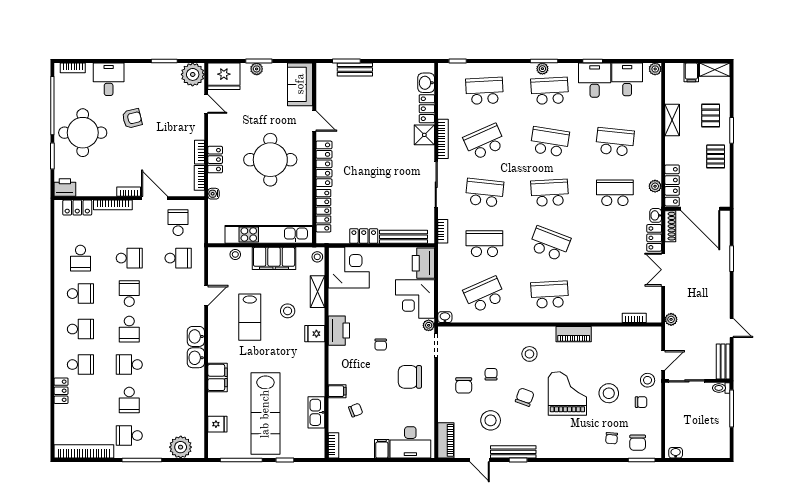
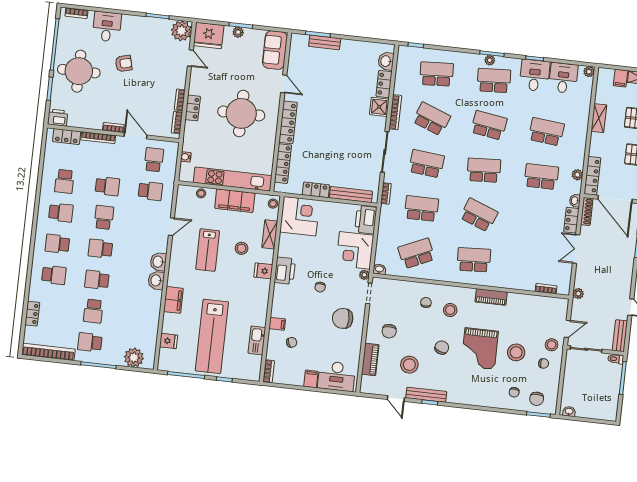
school desk: (484, 142) -> (432, 119), turned 45
water cooler: (214, 194) -> (186, 157), moved
school desk: (80, 329) -> (57, 244), turned 180
school desk: (129, 329) -> (100, 249), turned 90
chair: (491, 374) -> (426, 303), moved
locker: (61, 391) -> (32, 314), moved
grand piano: (567, 393) -> (480, 349), turned 180
piano: (446, 440) -> (370, 359), moved

